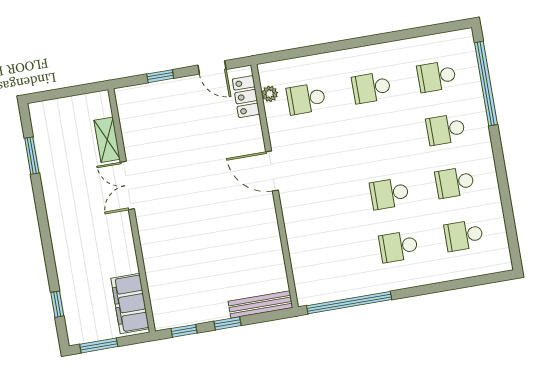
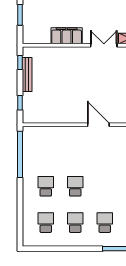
door: (272, 171) -> (98, 125), hinge flipped
filing cabinet: (130, 304) -> (67, 36), moved
bench: (260, 305) -> (27, 75), moved
window: (227, 323) -> (20, 103), moved

